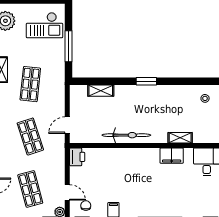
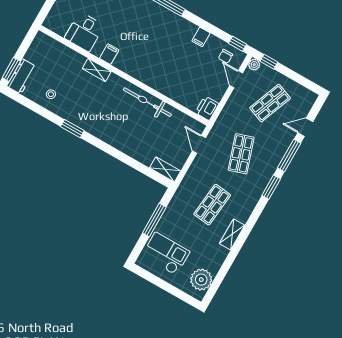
window: (146, 81) -> (72, 129), moved
shelving: (101, 91) -> (165, 169), moved
door: (67, 125) -> (199, 144), swing flipped
filing cabinet: (172, 156) -> (109, 54), width x0.50
shop shelf: (30, 189) -> (270, 103), turned 36

